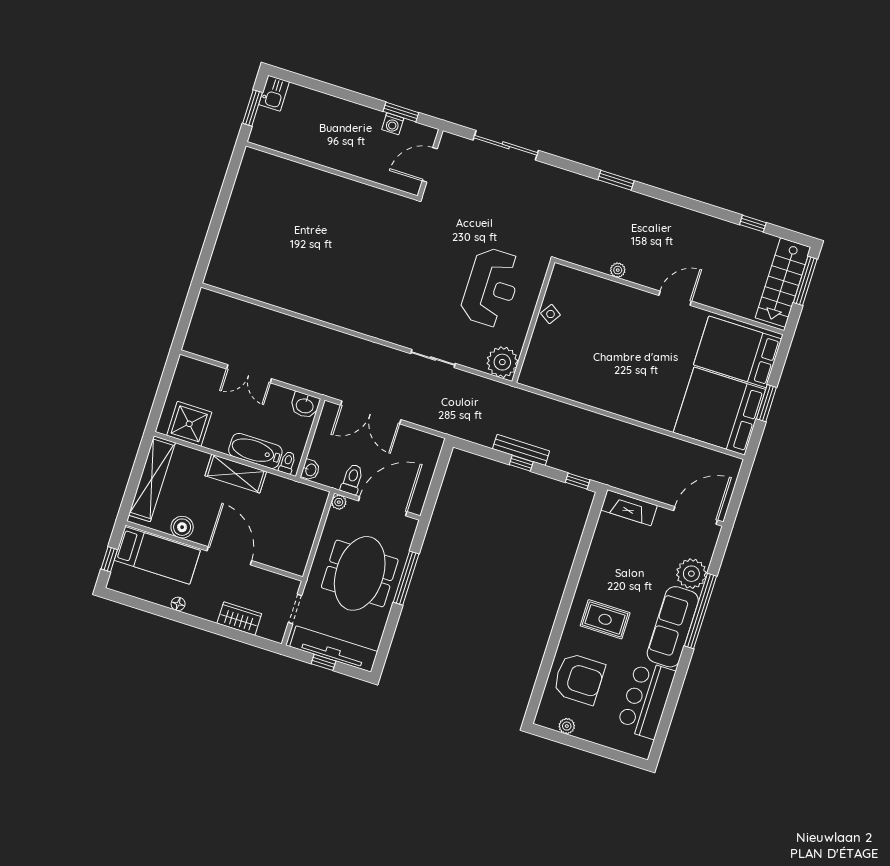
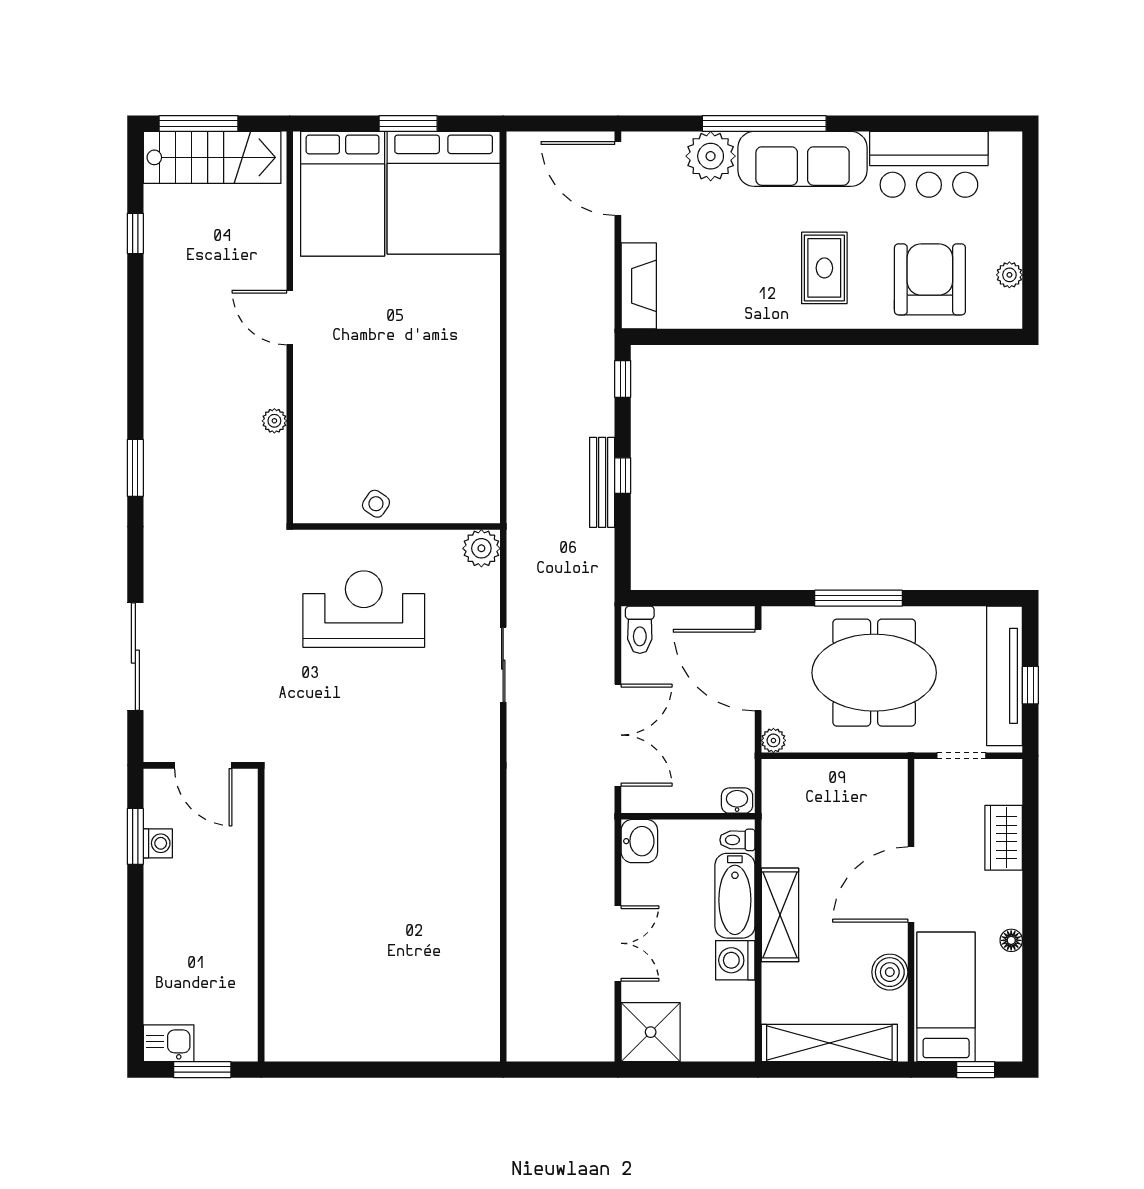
plant: (502, 362) -> (481, 548), width x0.73, depth x0.73
shower: (189, 424) -> (651, 1032), moved
washing machine: (218, 439) -> (735, 960), added
toilet: (352, 479) -> (640, 630), moved, turned -90

